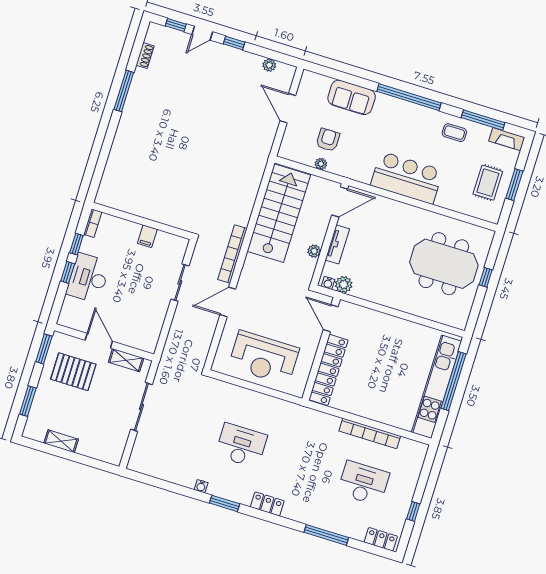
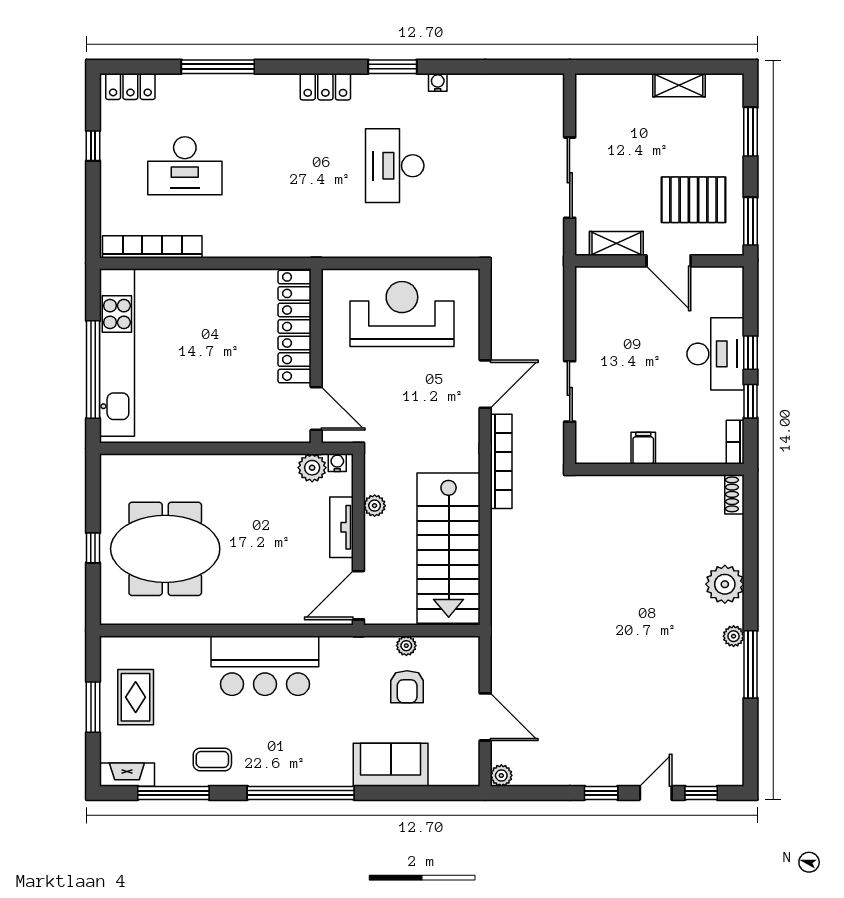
shoe rack: (145, 56) -> (734, 494), moved
plant: (269, 65) -> (501, 775), moved
plant: (129, 110) -> (734, 636), added
plant: (124, 142) -> (725, 584), added
bookcase: (370, 433) -> (152, 247), moved
desk: (241, 445) -> (395, 166), turned 90

